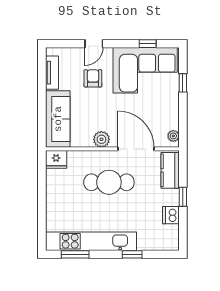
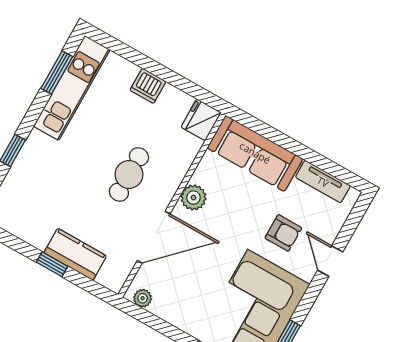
kitchen counter: (170, 170) -> (75, 254), moved
cafe table: (109, 182) -> (129, 174), width x0.73, depth x0.74
dishwasher: (171, 215) -> (148, 86), moved, turned 180
kitchen unit: (91, 241) -> (72, 88), width x0.73

